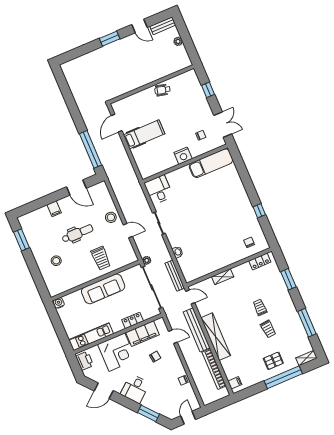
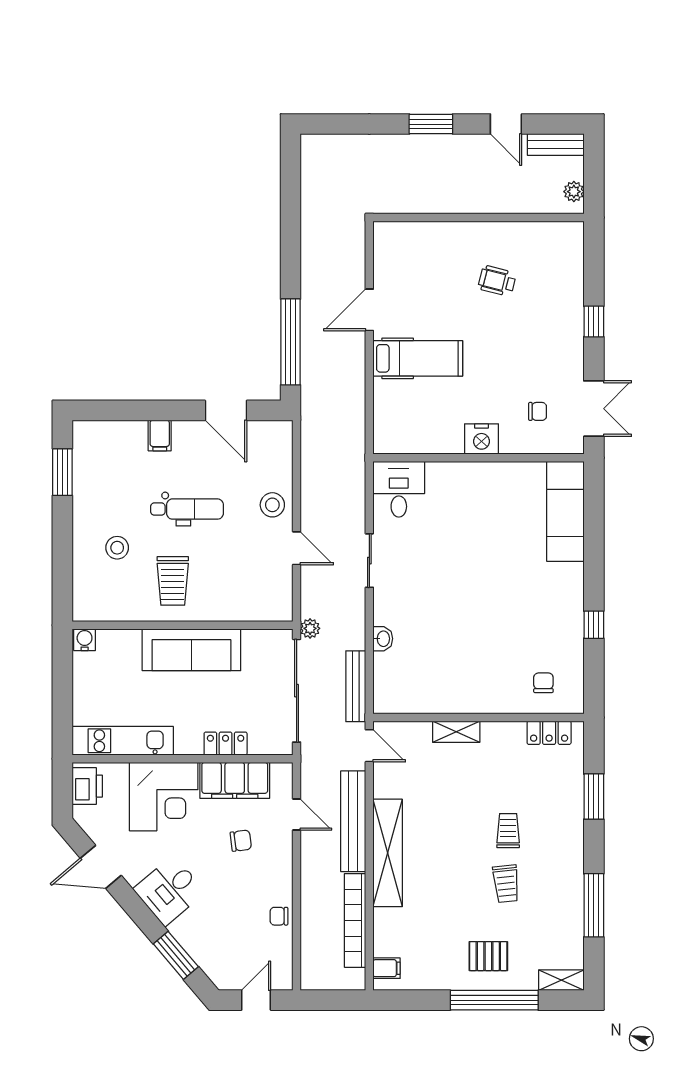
wall: (151, 84) -> (479, 217), moved
exam couch: (211, 163) -> (565, 511), moved, turned 90
trolley: (101, 258) -> (173, 581), moved

